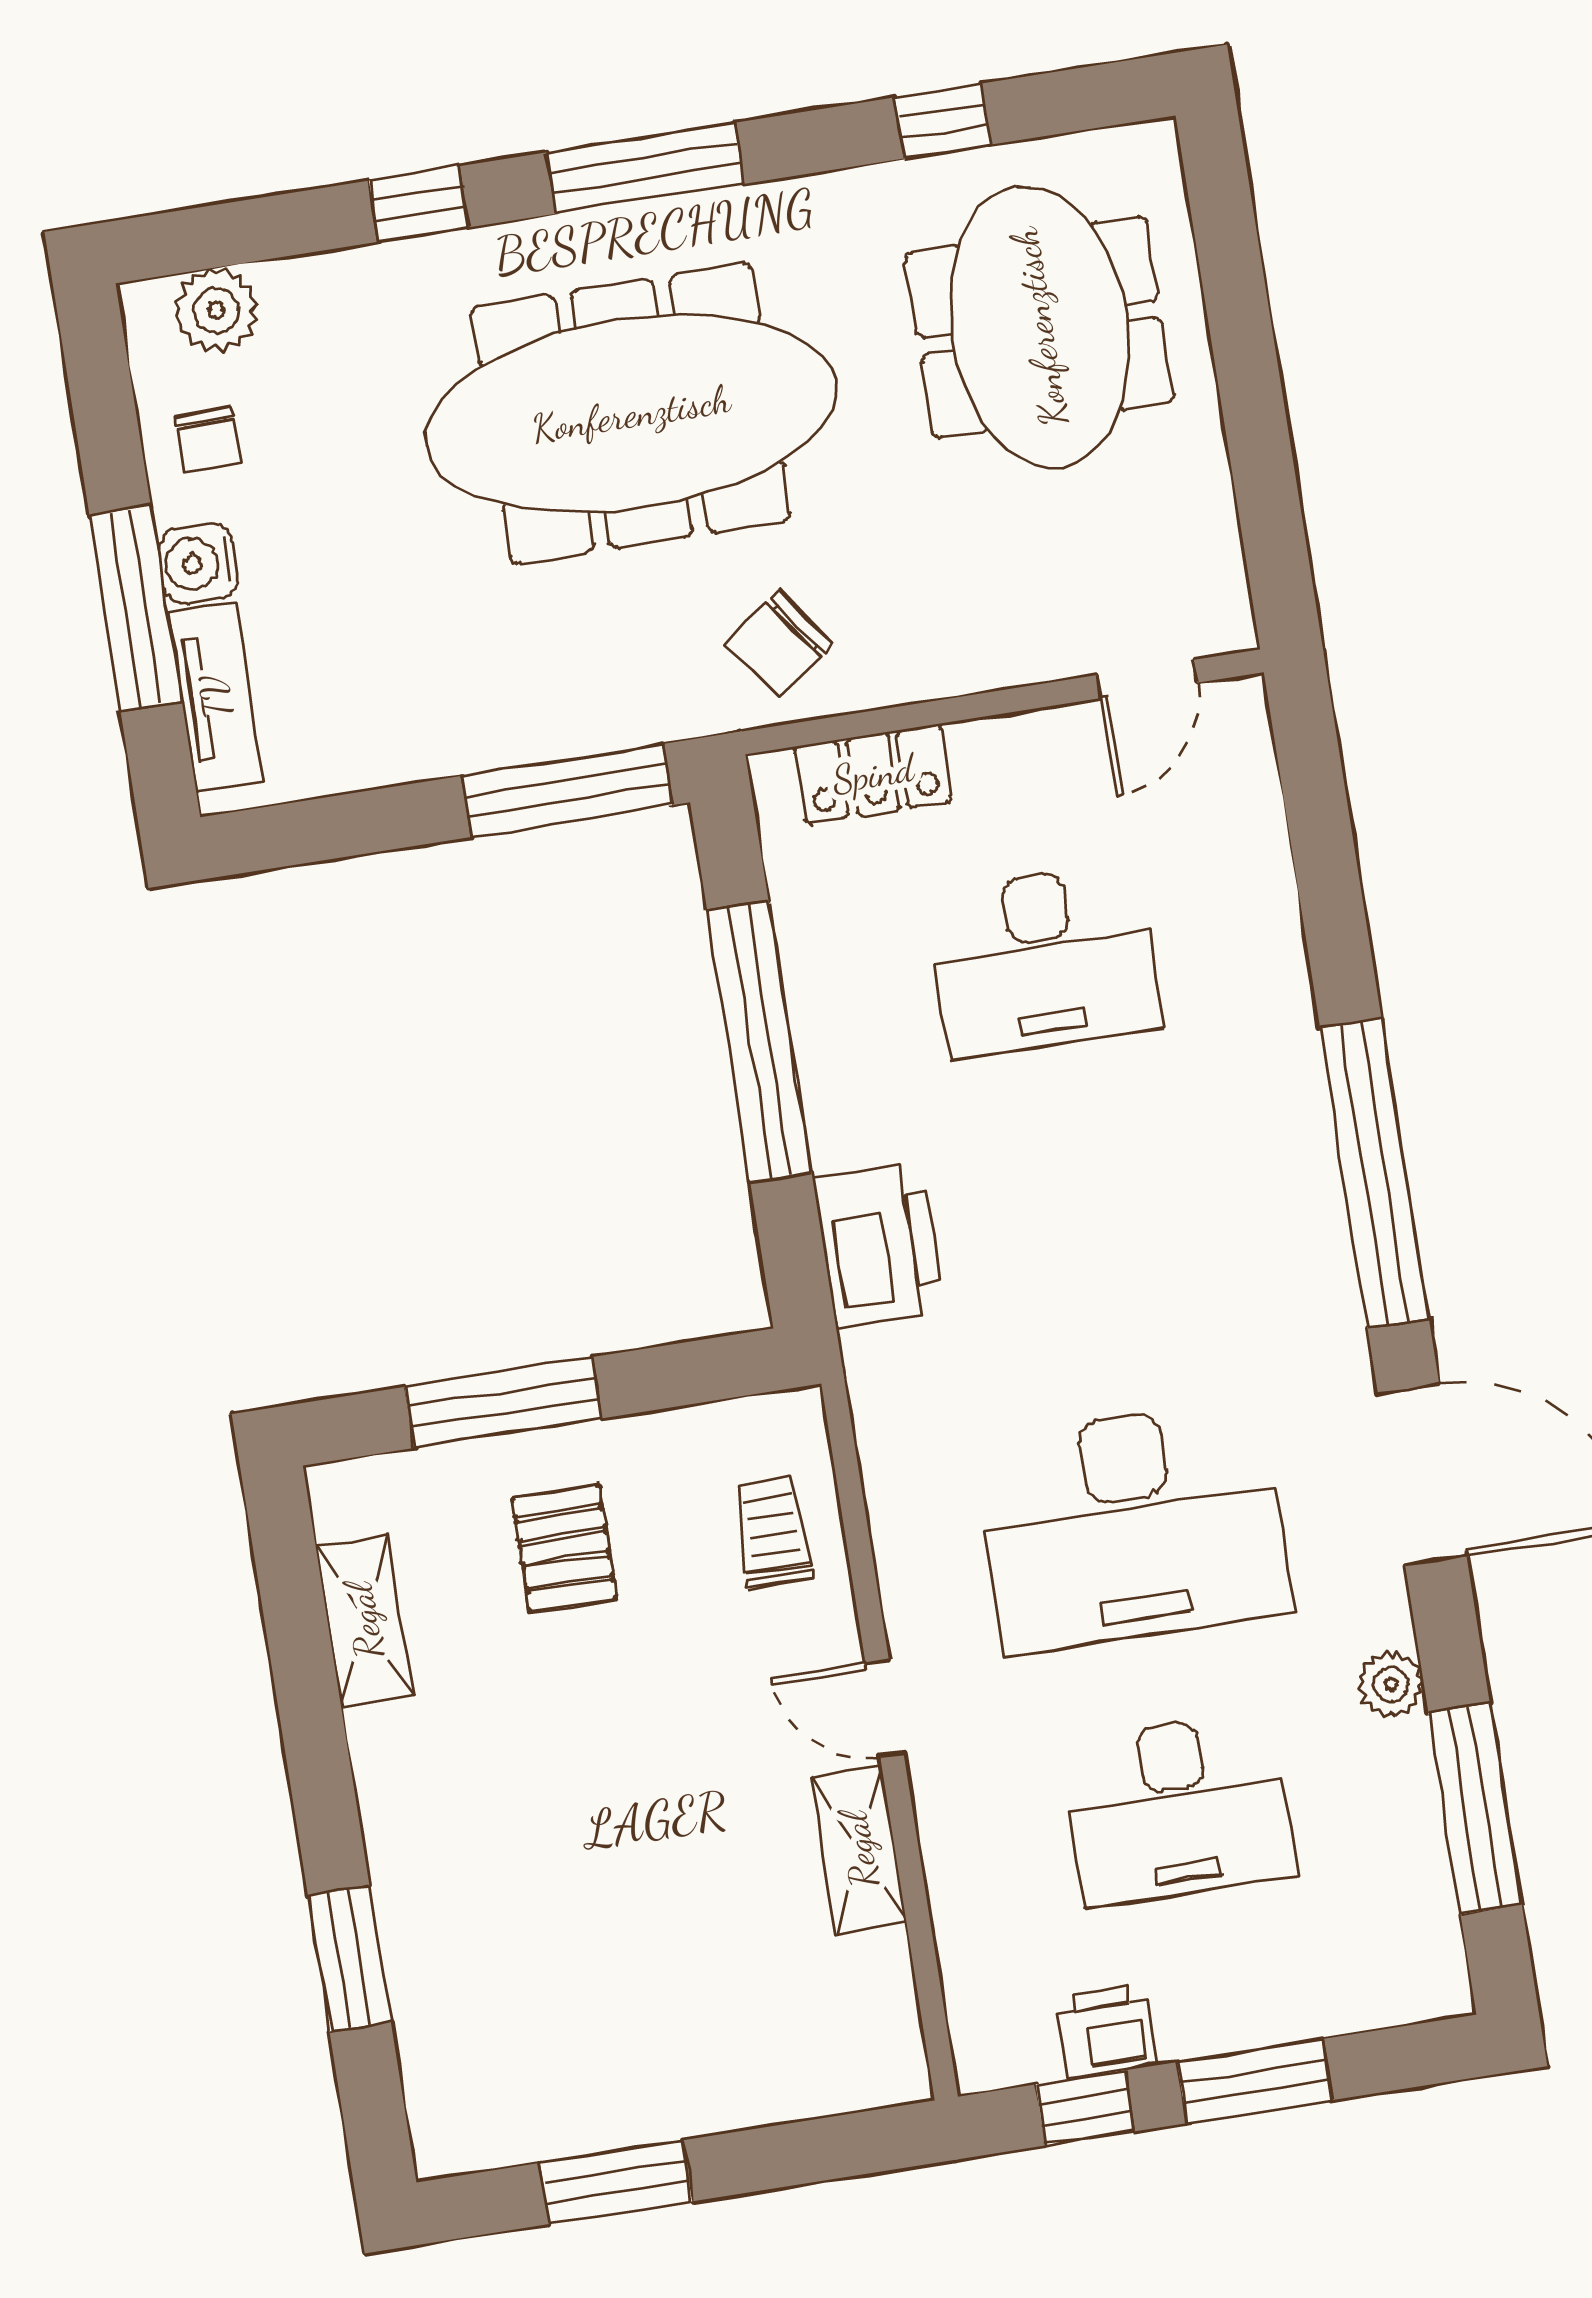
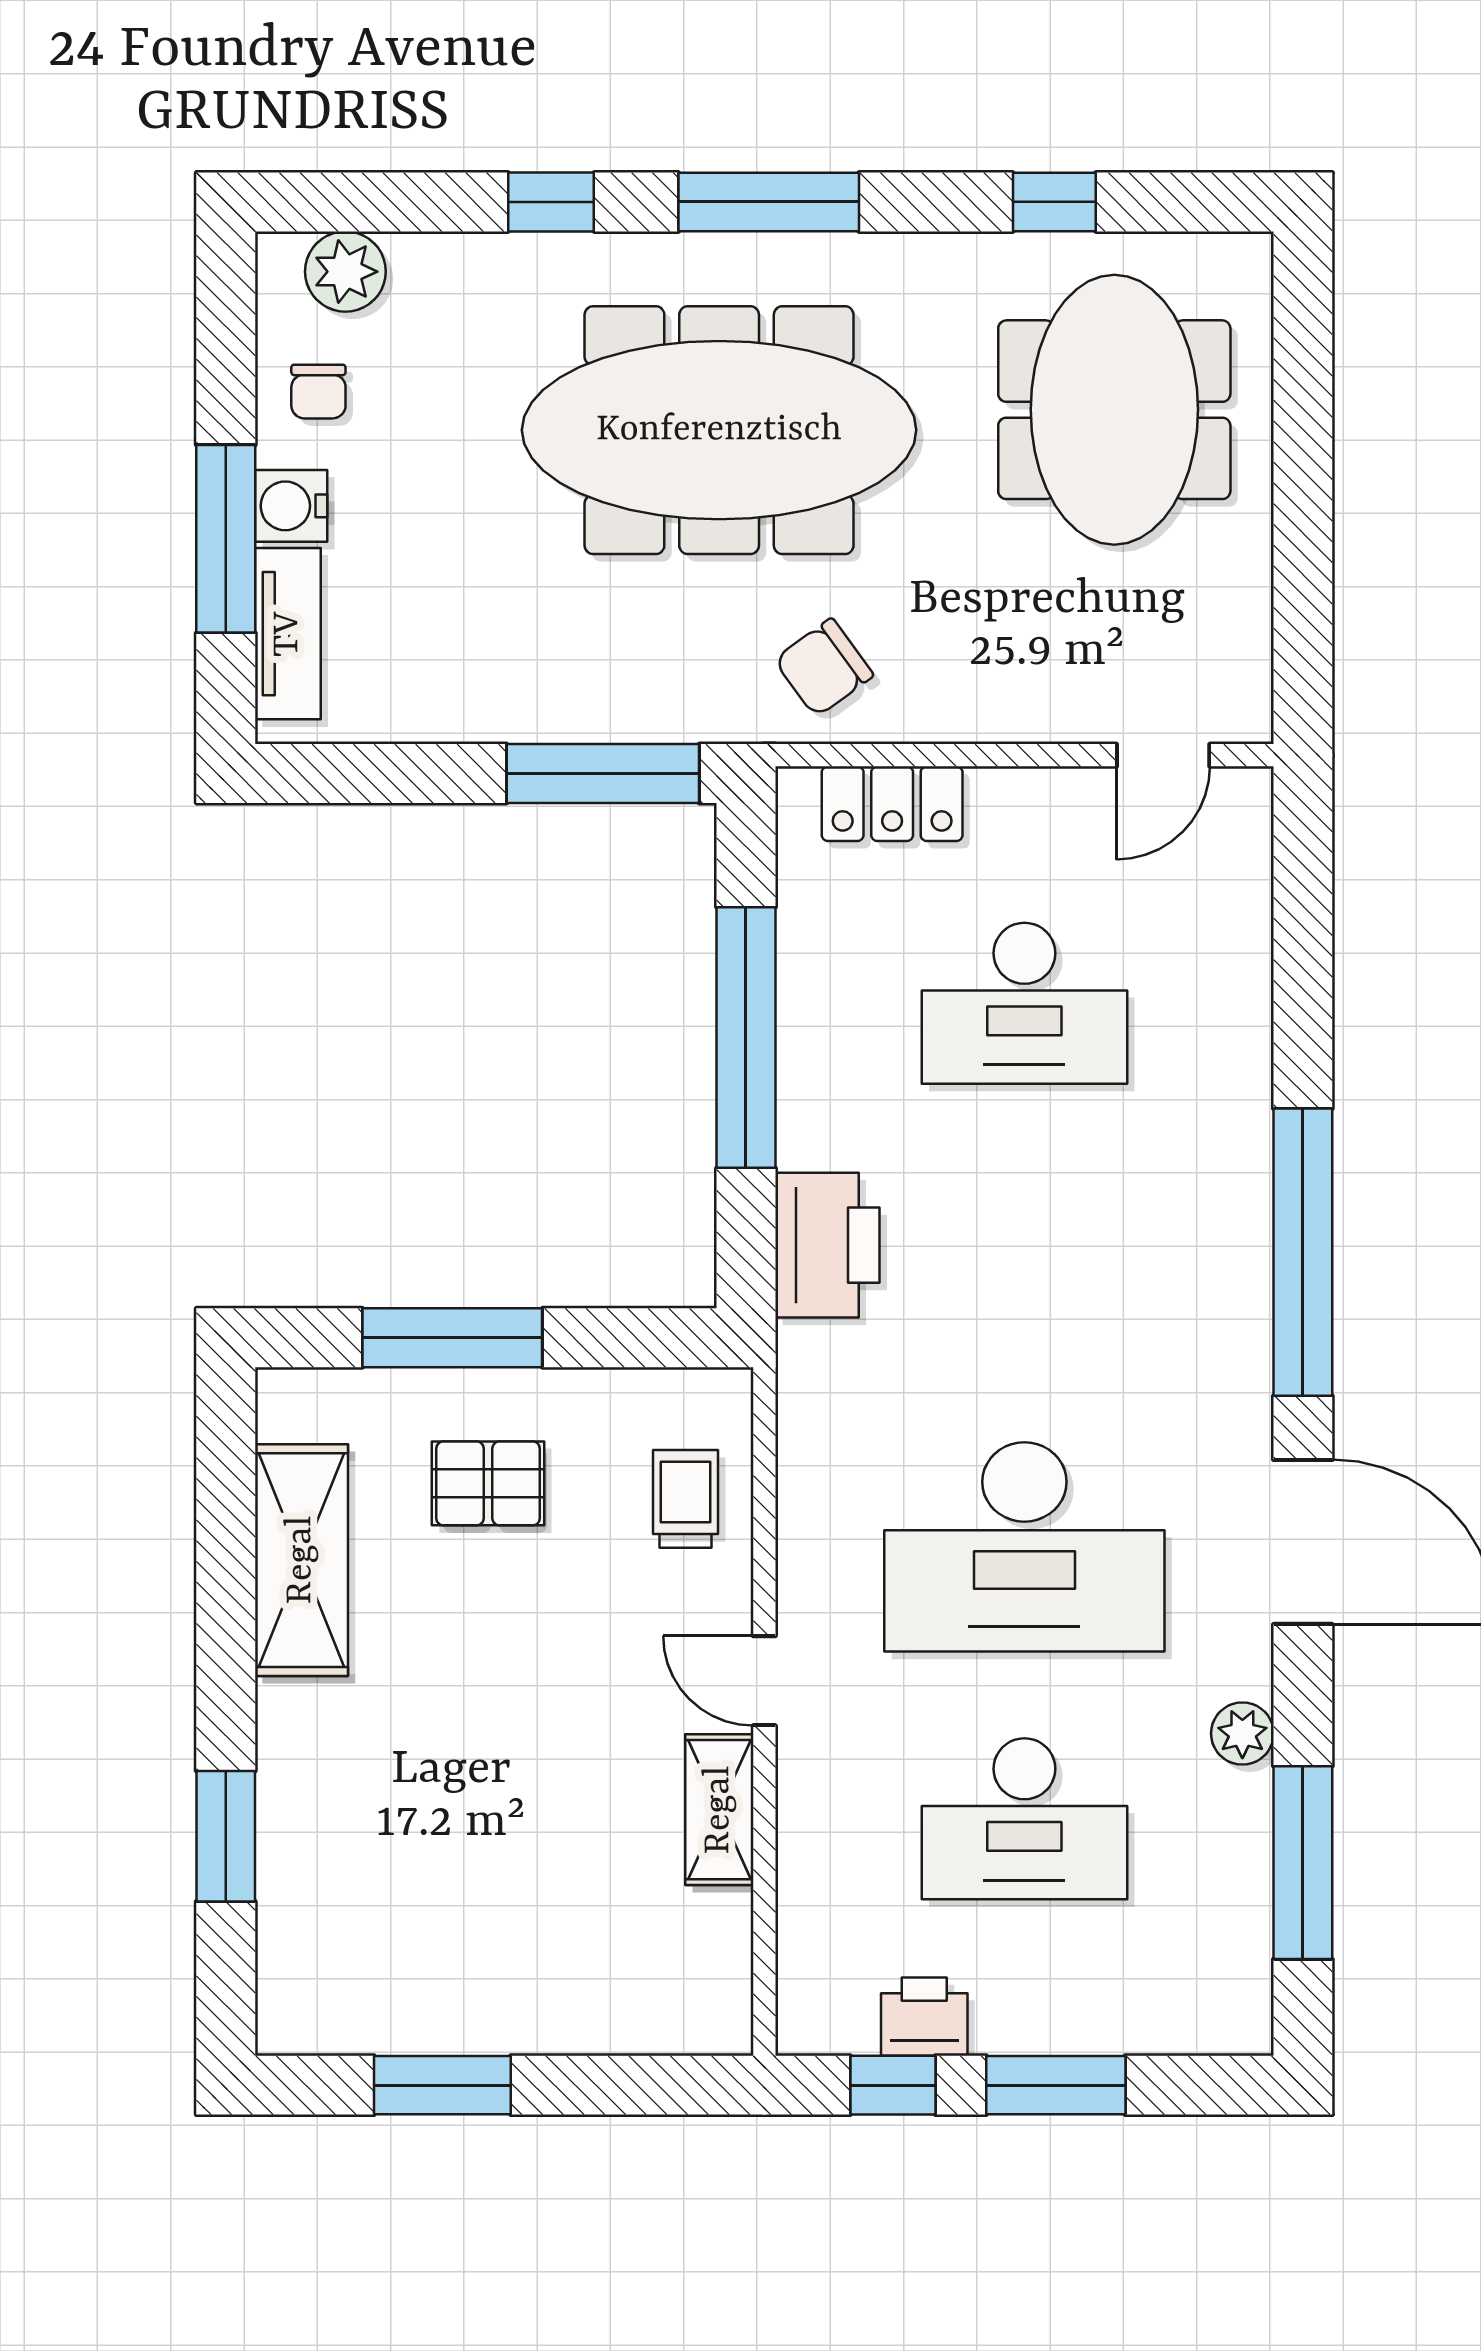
pallet: (564, 1548) -> (488, 1483), turned 90
shelving: (364, 1621) -> (301, 1560), width x1.50, depth x1.33

